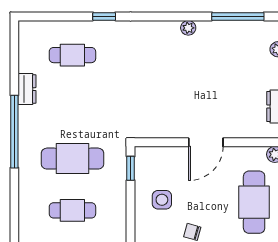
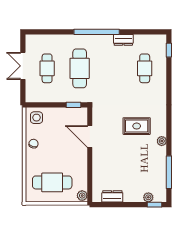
window: (104, 16) -> (169, 50), moved
rug: (164, 68) -> (137, 126), added
door: (206, 142) -> (90, 136), moved
side table: (162, 200) -> (36, 118), moved

